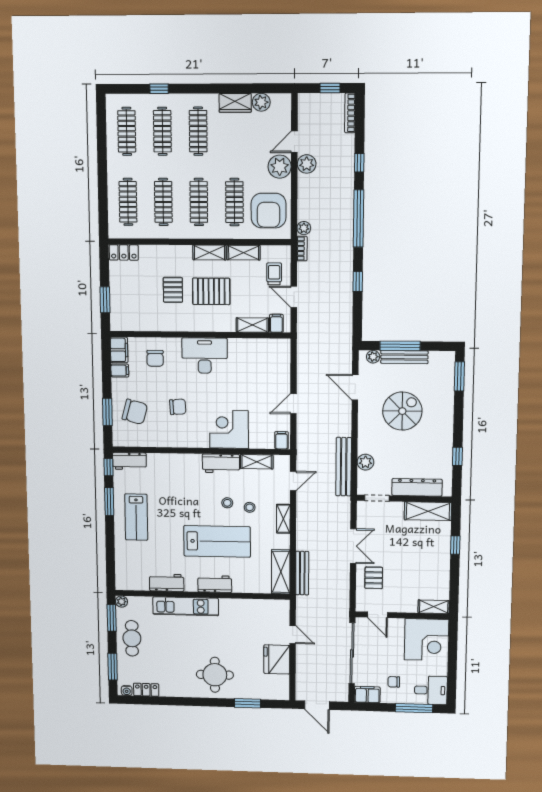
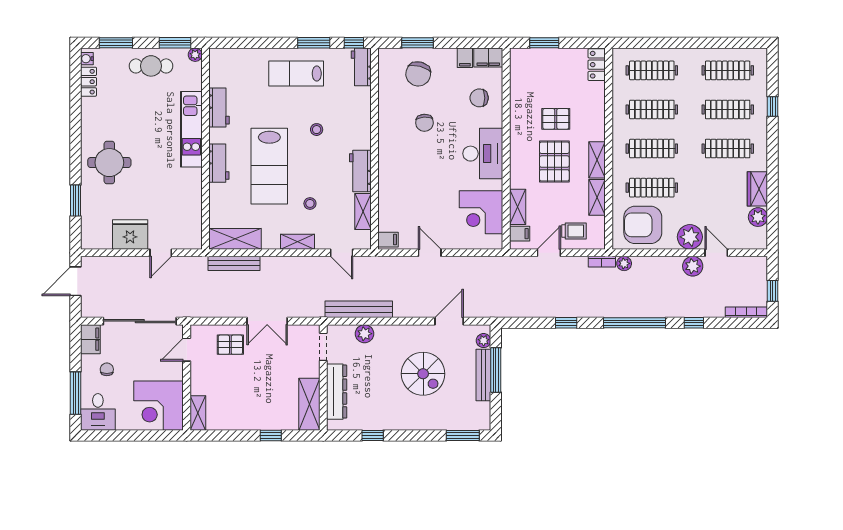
corner desk: (229, 429) -> (481, 212), moved, turned 180
stool: (227, 503) -> (317, 130), moved

